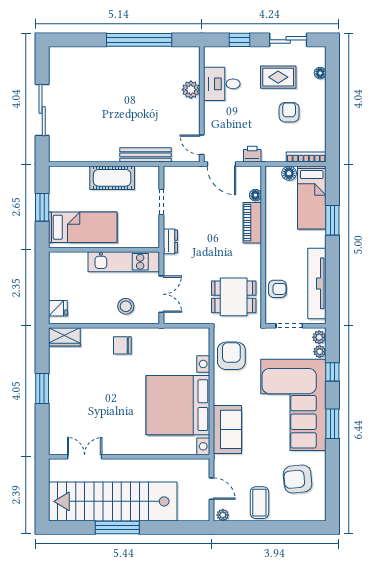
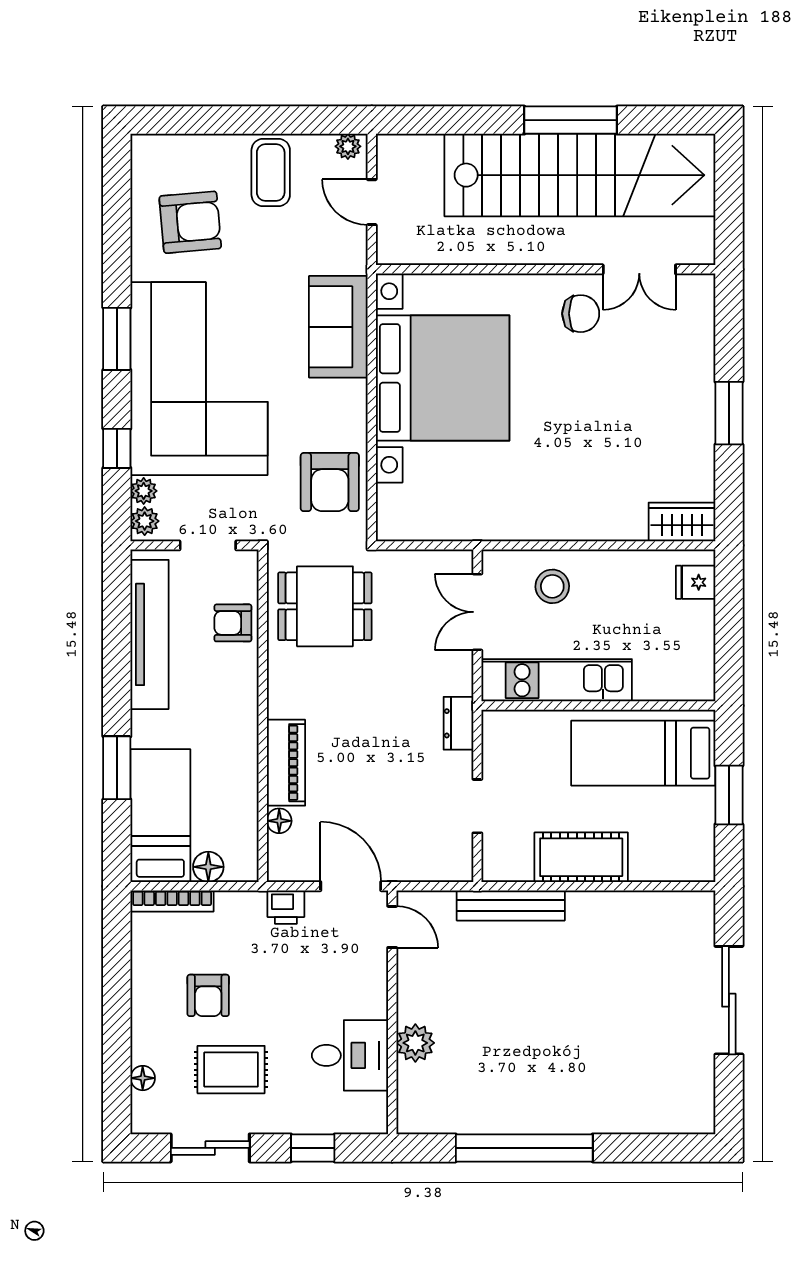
chair: (122, 345) -> (581, 314), moved

